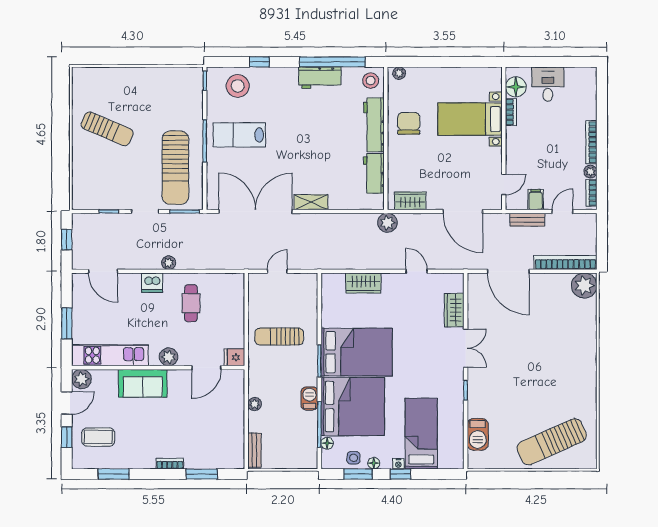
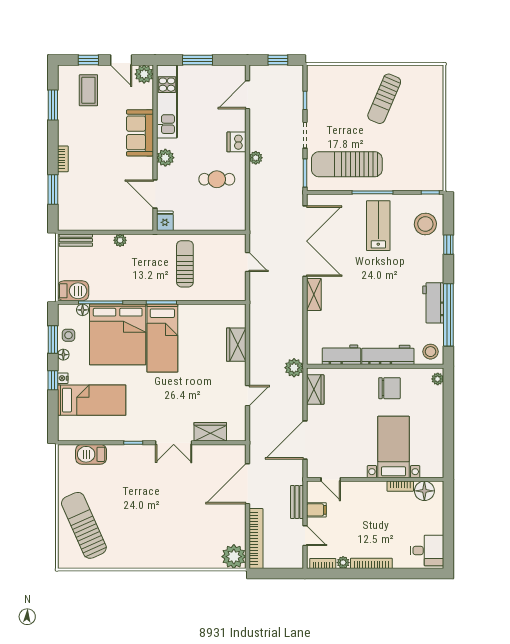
desk: (548, 84) -> (427, 550), moved
bed: (357, 352) -> (162, 338), width x0.67
barbecue: (309, 398) -> (73, 291), moved, width x1.38, depth x1.27

